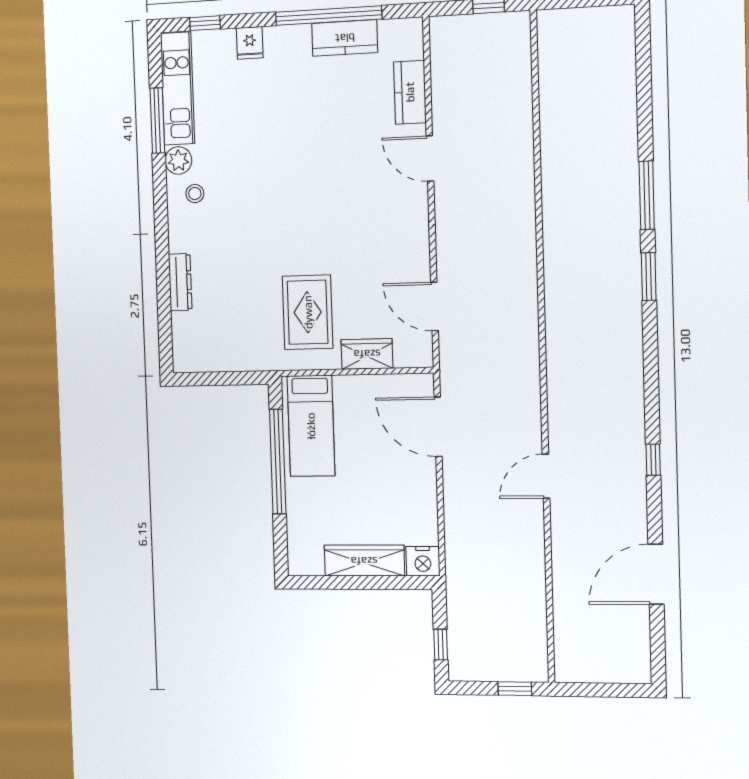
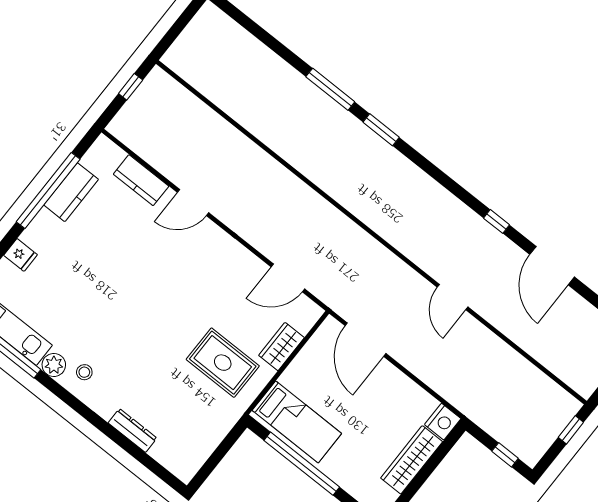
door: (438, 427) -> (365, 340), hinge flipped
door: (656, 574) -> (552, 266), moved

